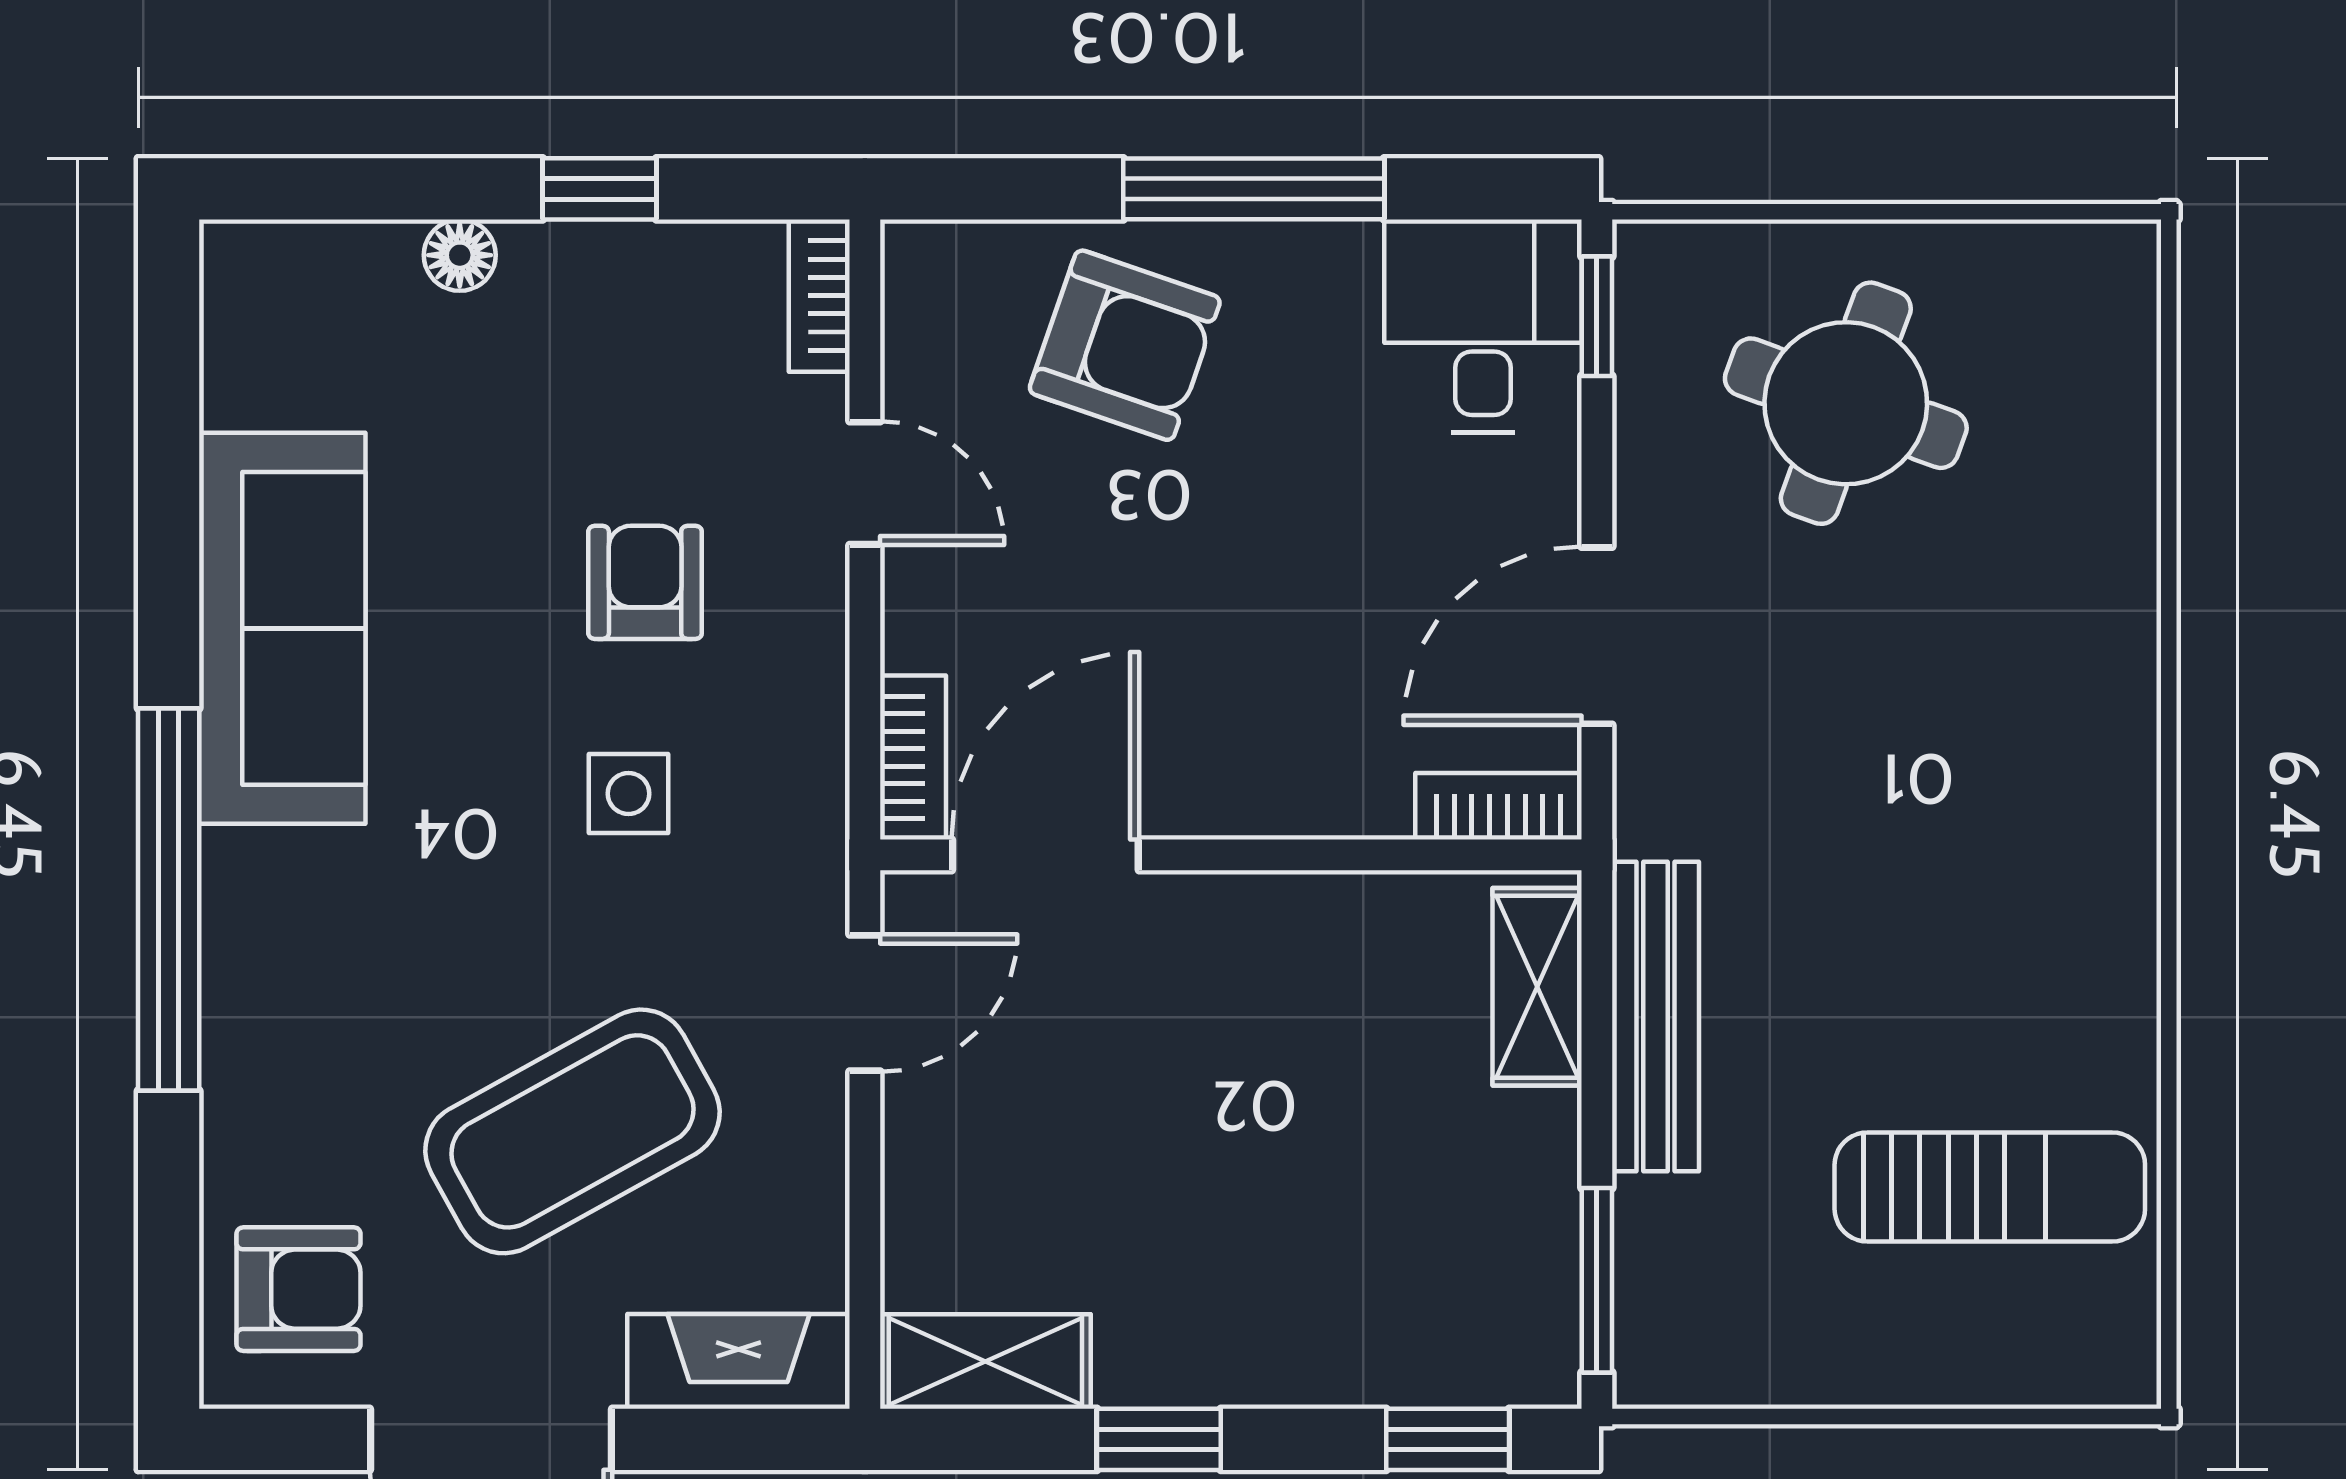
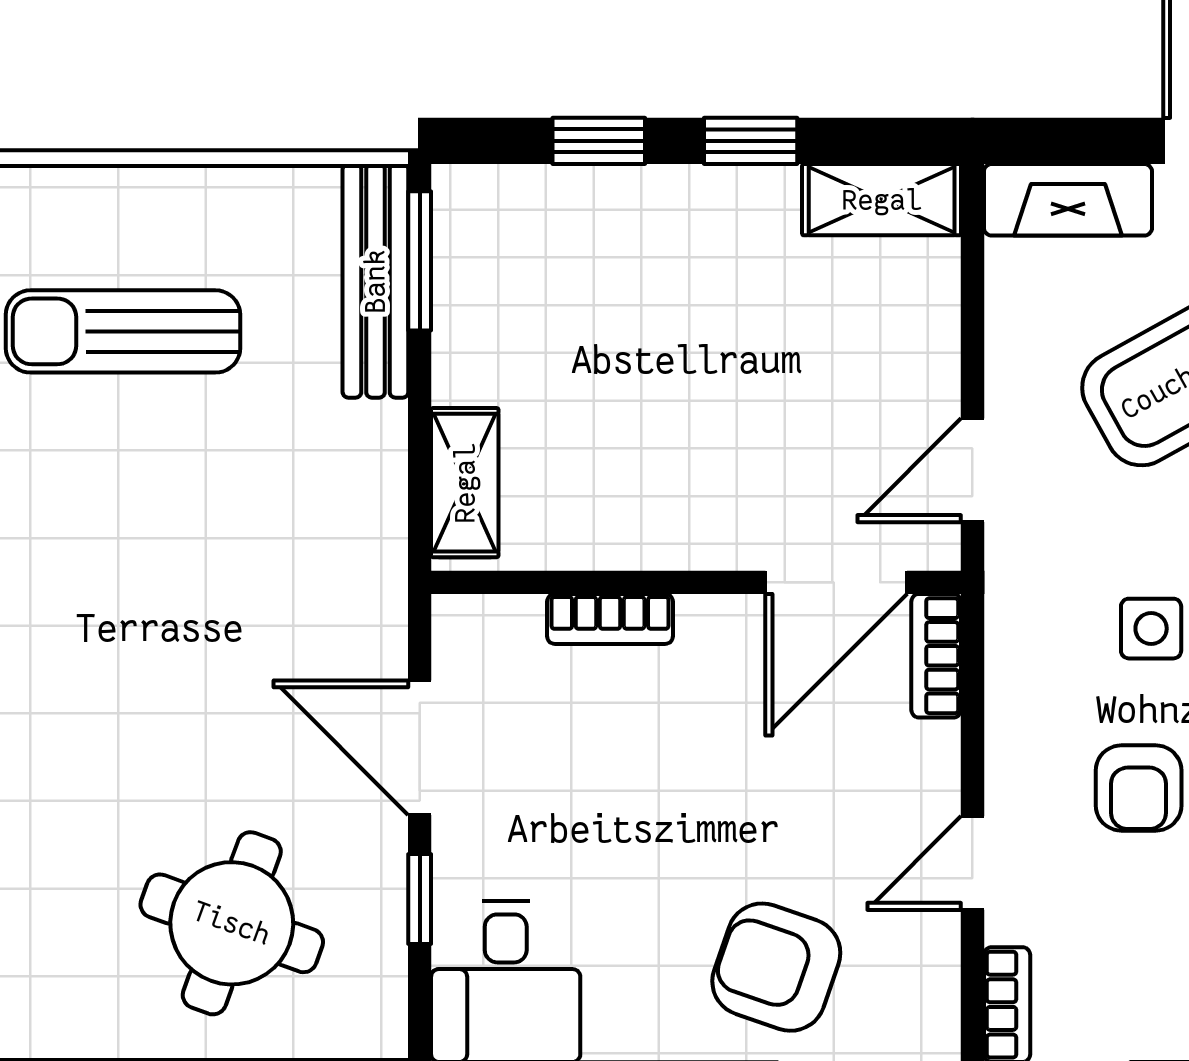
window: (1597, 316) -> (420, 899), moved
door: (865, 483) -> (972, 863), hinge flipped
door: (1597, 636) -> (420, 748), swing flipped
bookcase: (1498, 806) -> (610, 619), moved
bench: (1655, 1017) -> (375, 281), moved
window: (1448, 1439) -> (599, 141), moved

